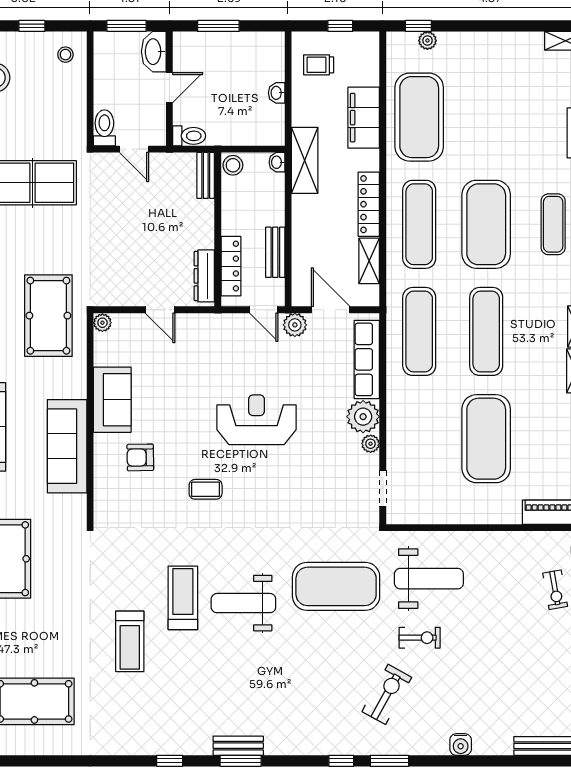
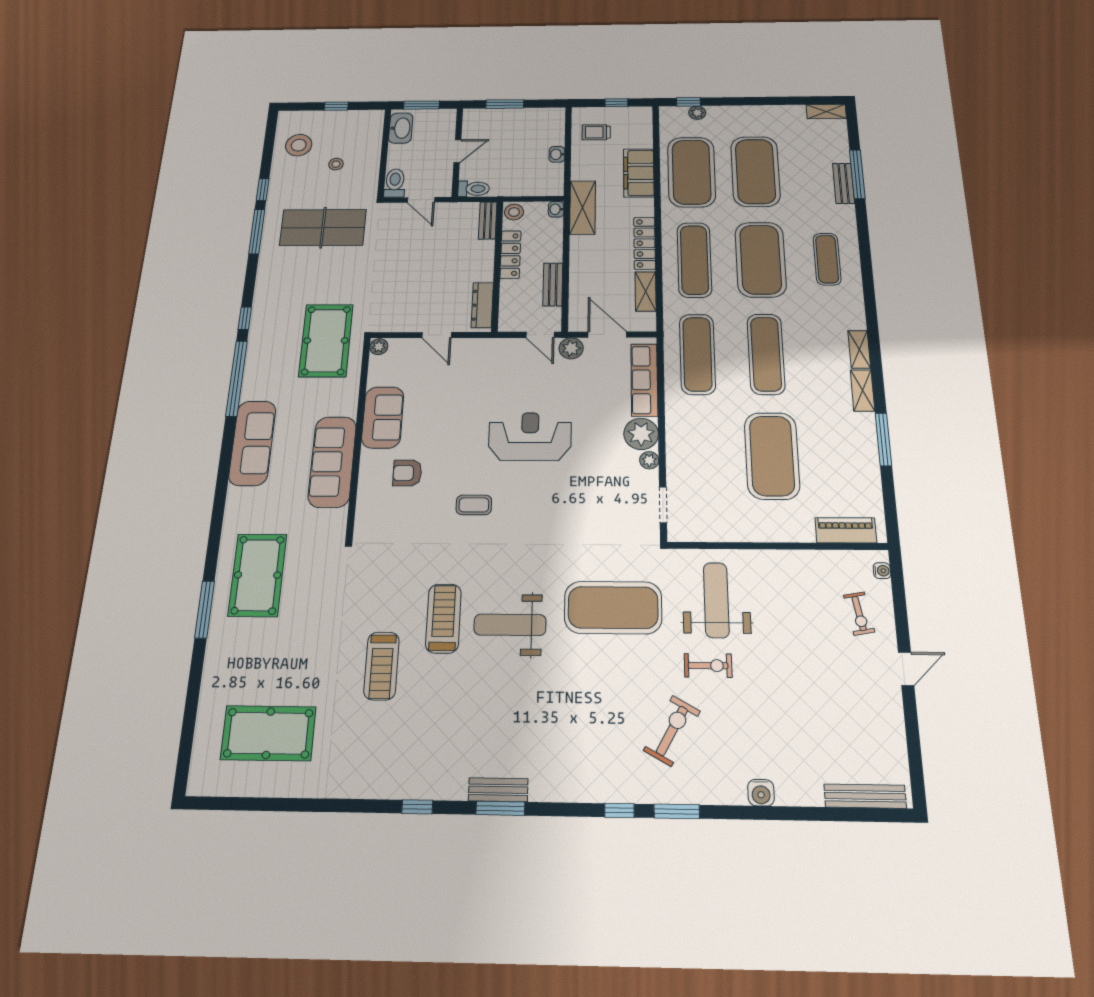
washbasin: (154, 52) -> (401, 128), moved, turned 180
stool: (65, 55) -> (336, 164), moved
exercise mat: (486, 117) -> (755, 171), added
locker: (231, 266) -> (510, 255), moved
weight bench: (429, 579) -> (716, 600), turned -90

